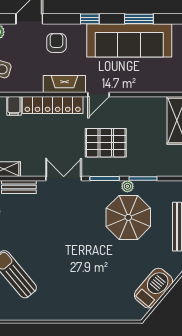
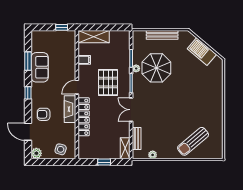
sofa: (129, 40) -> (40, 67), width x0.54, depth x0.79
door: (99, 95) -> (77, 87), swing flipped
filing cabinet: (14, 106) -> (84, 60), moved

